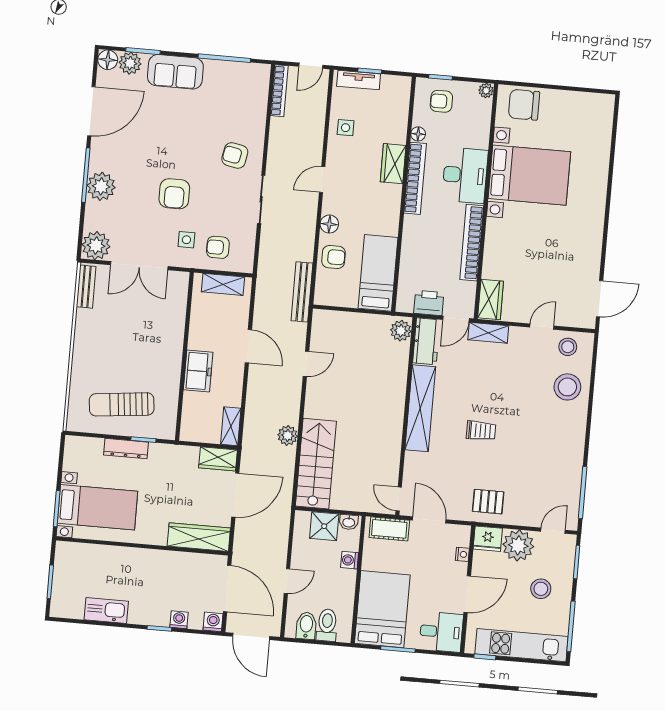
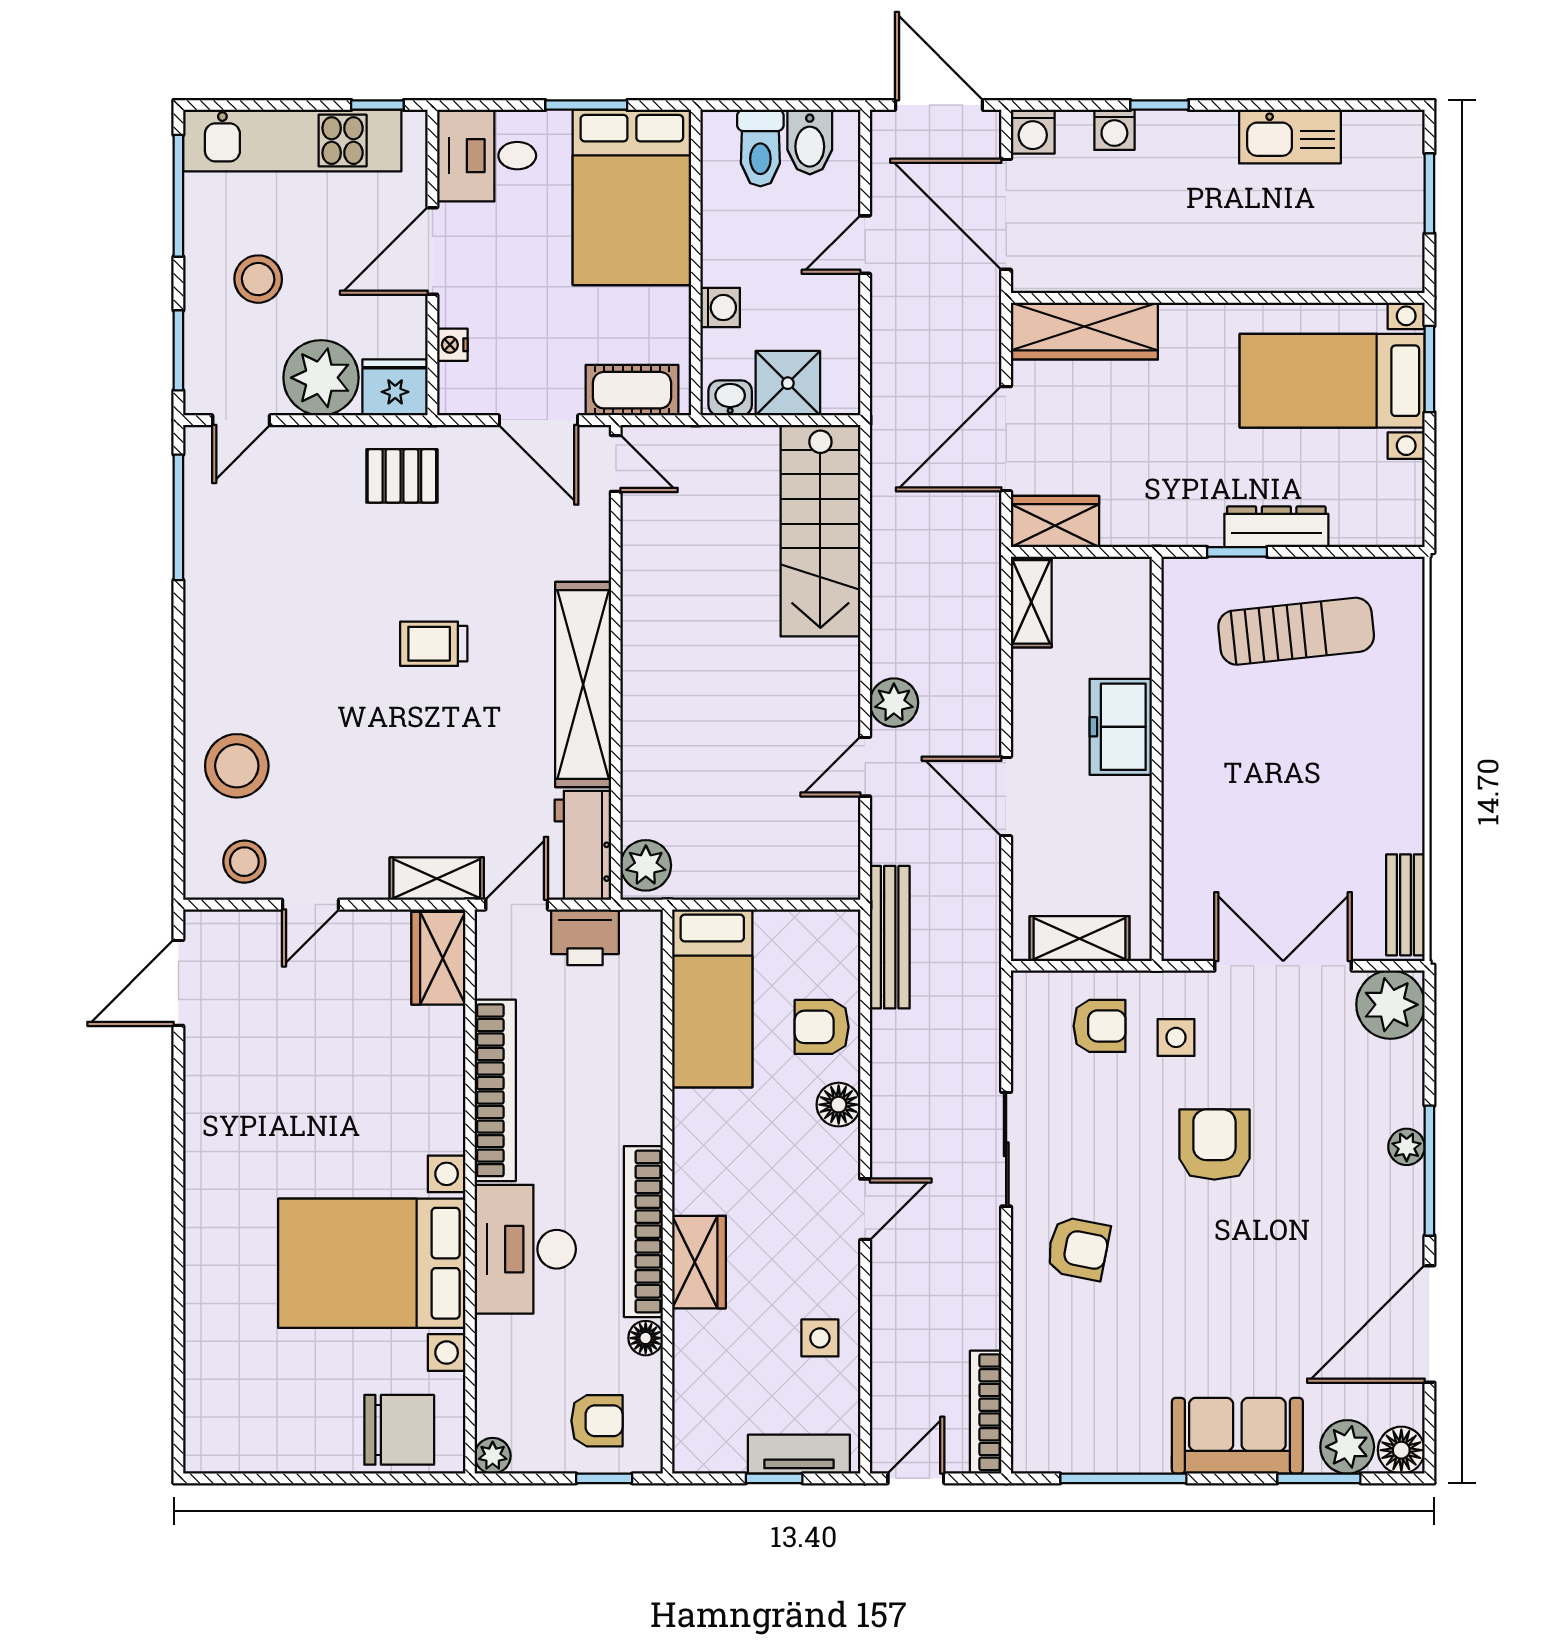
plant: (101, 186) -> (1407, 1147), width x0.53, depth x0.53
plant: (288, 435) -> (894, 703), moved

